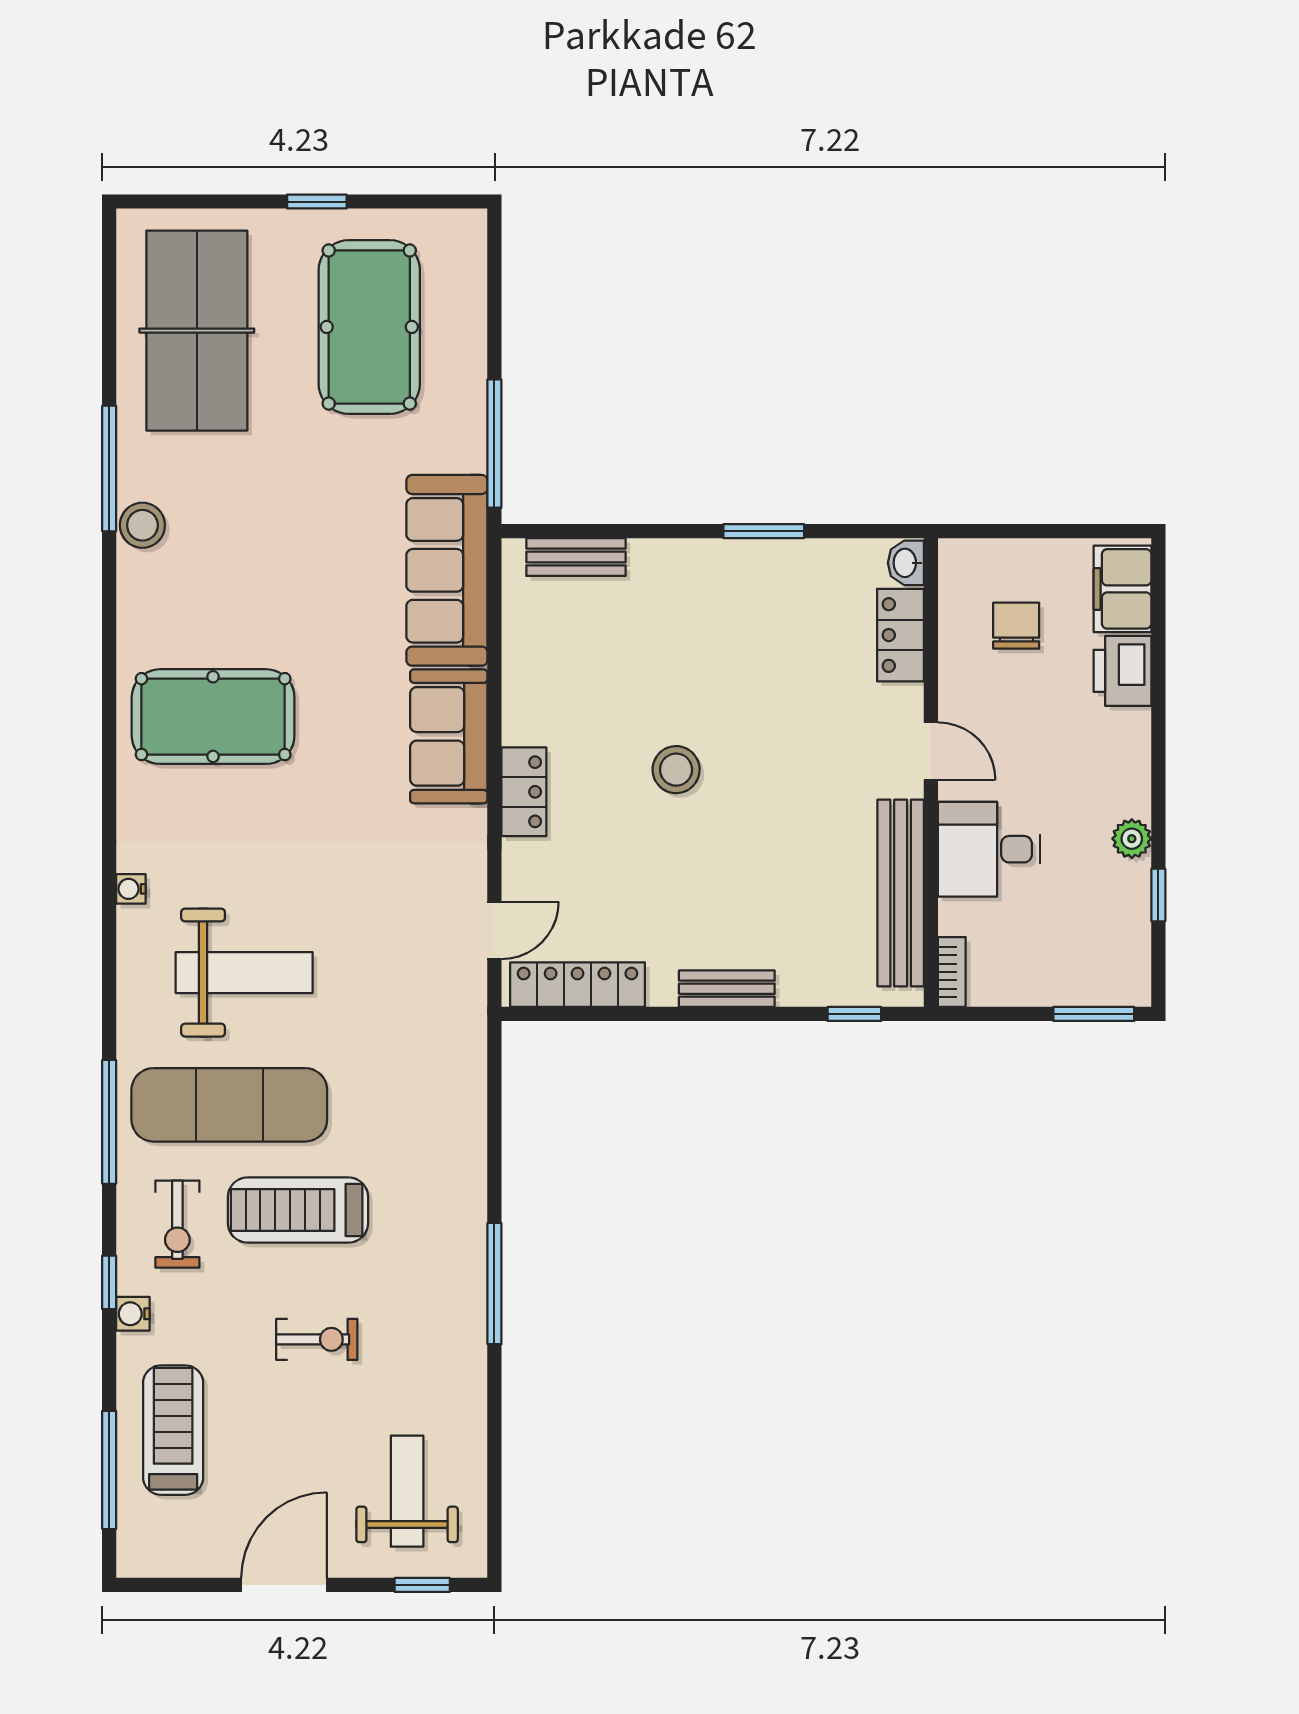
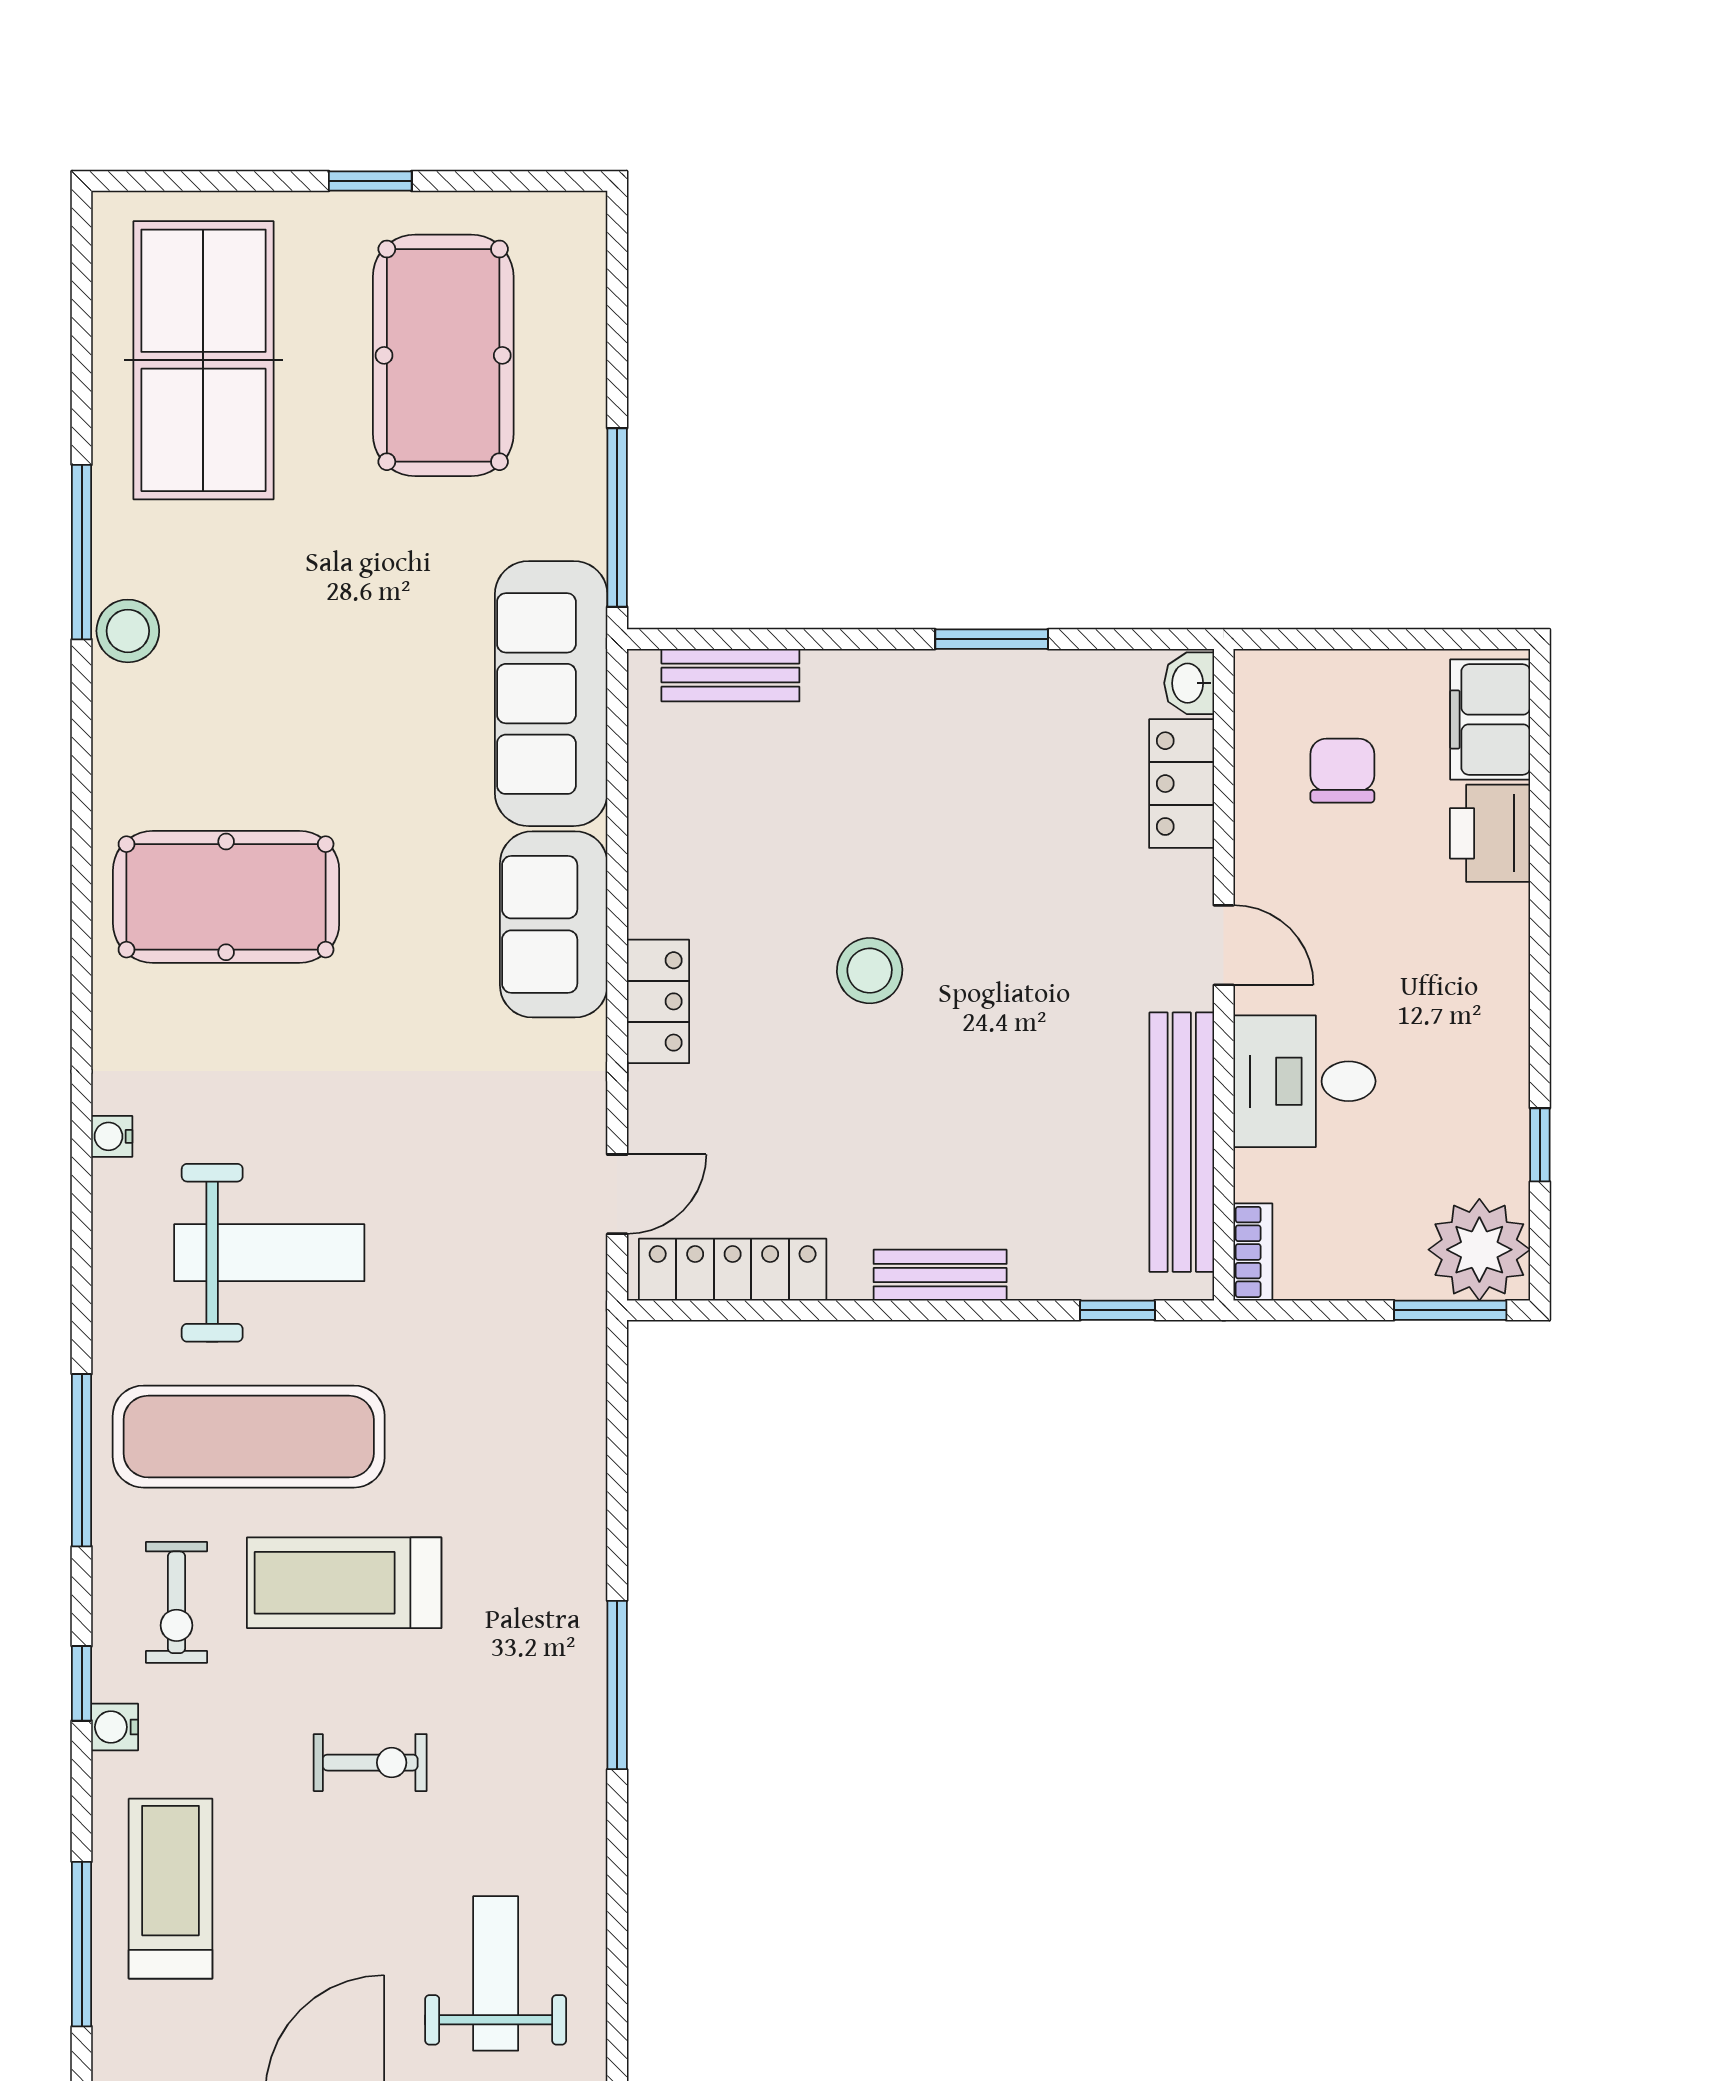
plant: (1132, 839) -> (1479, 1250), moved, width x1.87, depth x1.87

